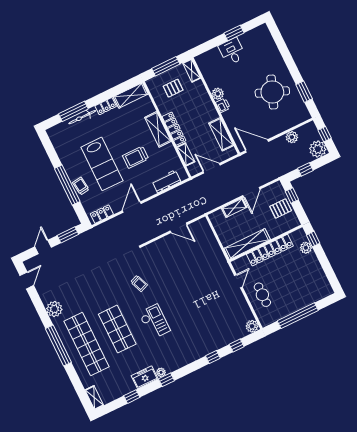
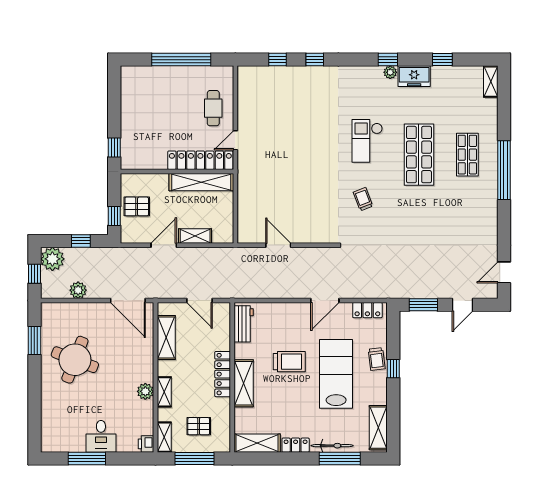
window: (234, 33) -> (87, 458), width x1.44
printer: (223, 105) -> (146, 444), moved
shelving: (58, 143) -> (378, 428), added
shelving: (186, 154) -> (164, 392), moved
workbench: (166, 181) -> (244, 324), moved, turned -90
window: (67, 185) -> (393, 369), width x0.32
plant: (306, 248) -> (129, 141), removed
locker: (270, 250) -> (200, 160), moved
plant: (54, 309) -> (487, 219), removed
plant: (252, 326) -> (246, 75), removed
shop shelf: (87, 344) -> (467, 155), width x0.50, depth x0.74

